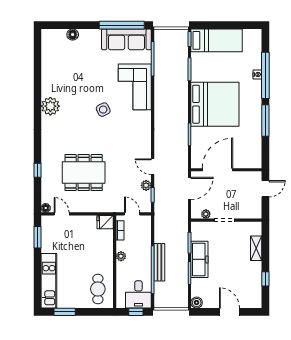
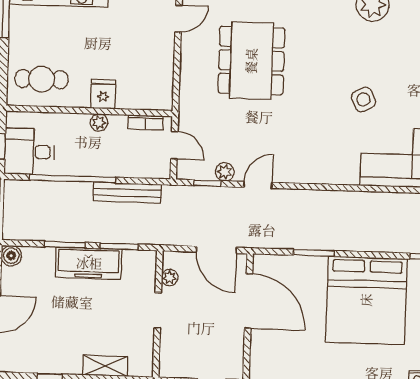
door: (132, 214) -> (174, 145), hinge flipped
fridge: (105, 222) -> (103, 94), moved
bench: (159, 262) -> (127, 193), moved

